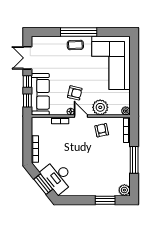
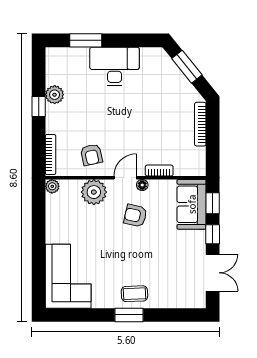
window: (79, 32) -> (129, 315), width x0.47
corner sofa: (111, 63) -> (68, 276), width x0.73, depth x0.74
sofa: (40, 94) -> (192, 204), width x0.73
door: (81, 116) -> (125, 178), swing flipped
window: (134, 160) -> (39, 107), width x0.46
desk: (58, 177) -> (115, 66), moved, turned -51
plant: (124, 190) -> (55, 95), moved

